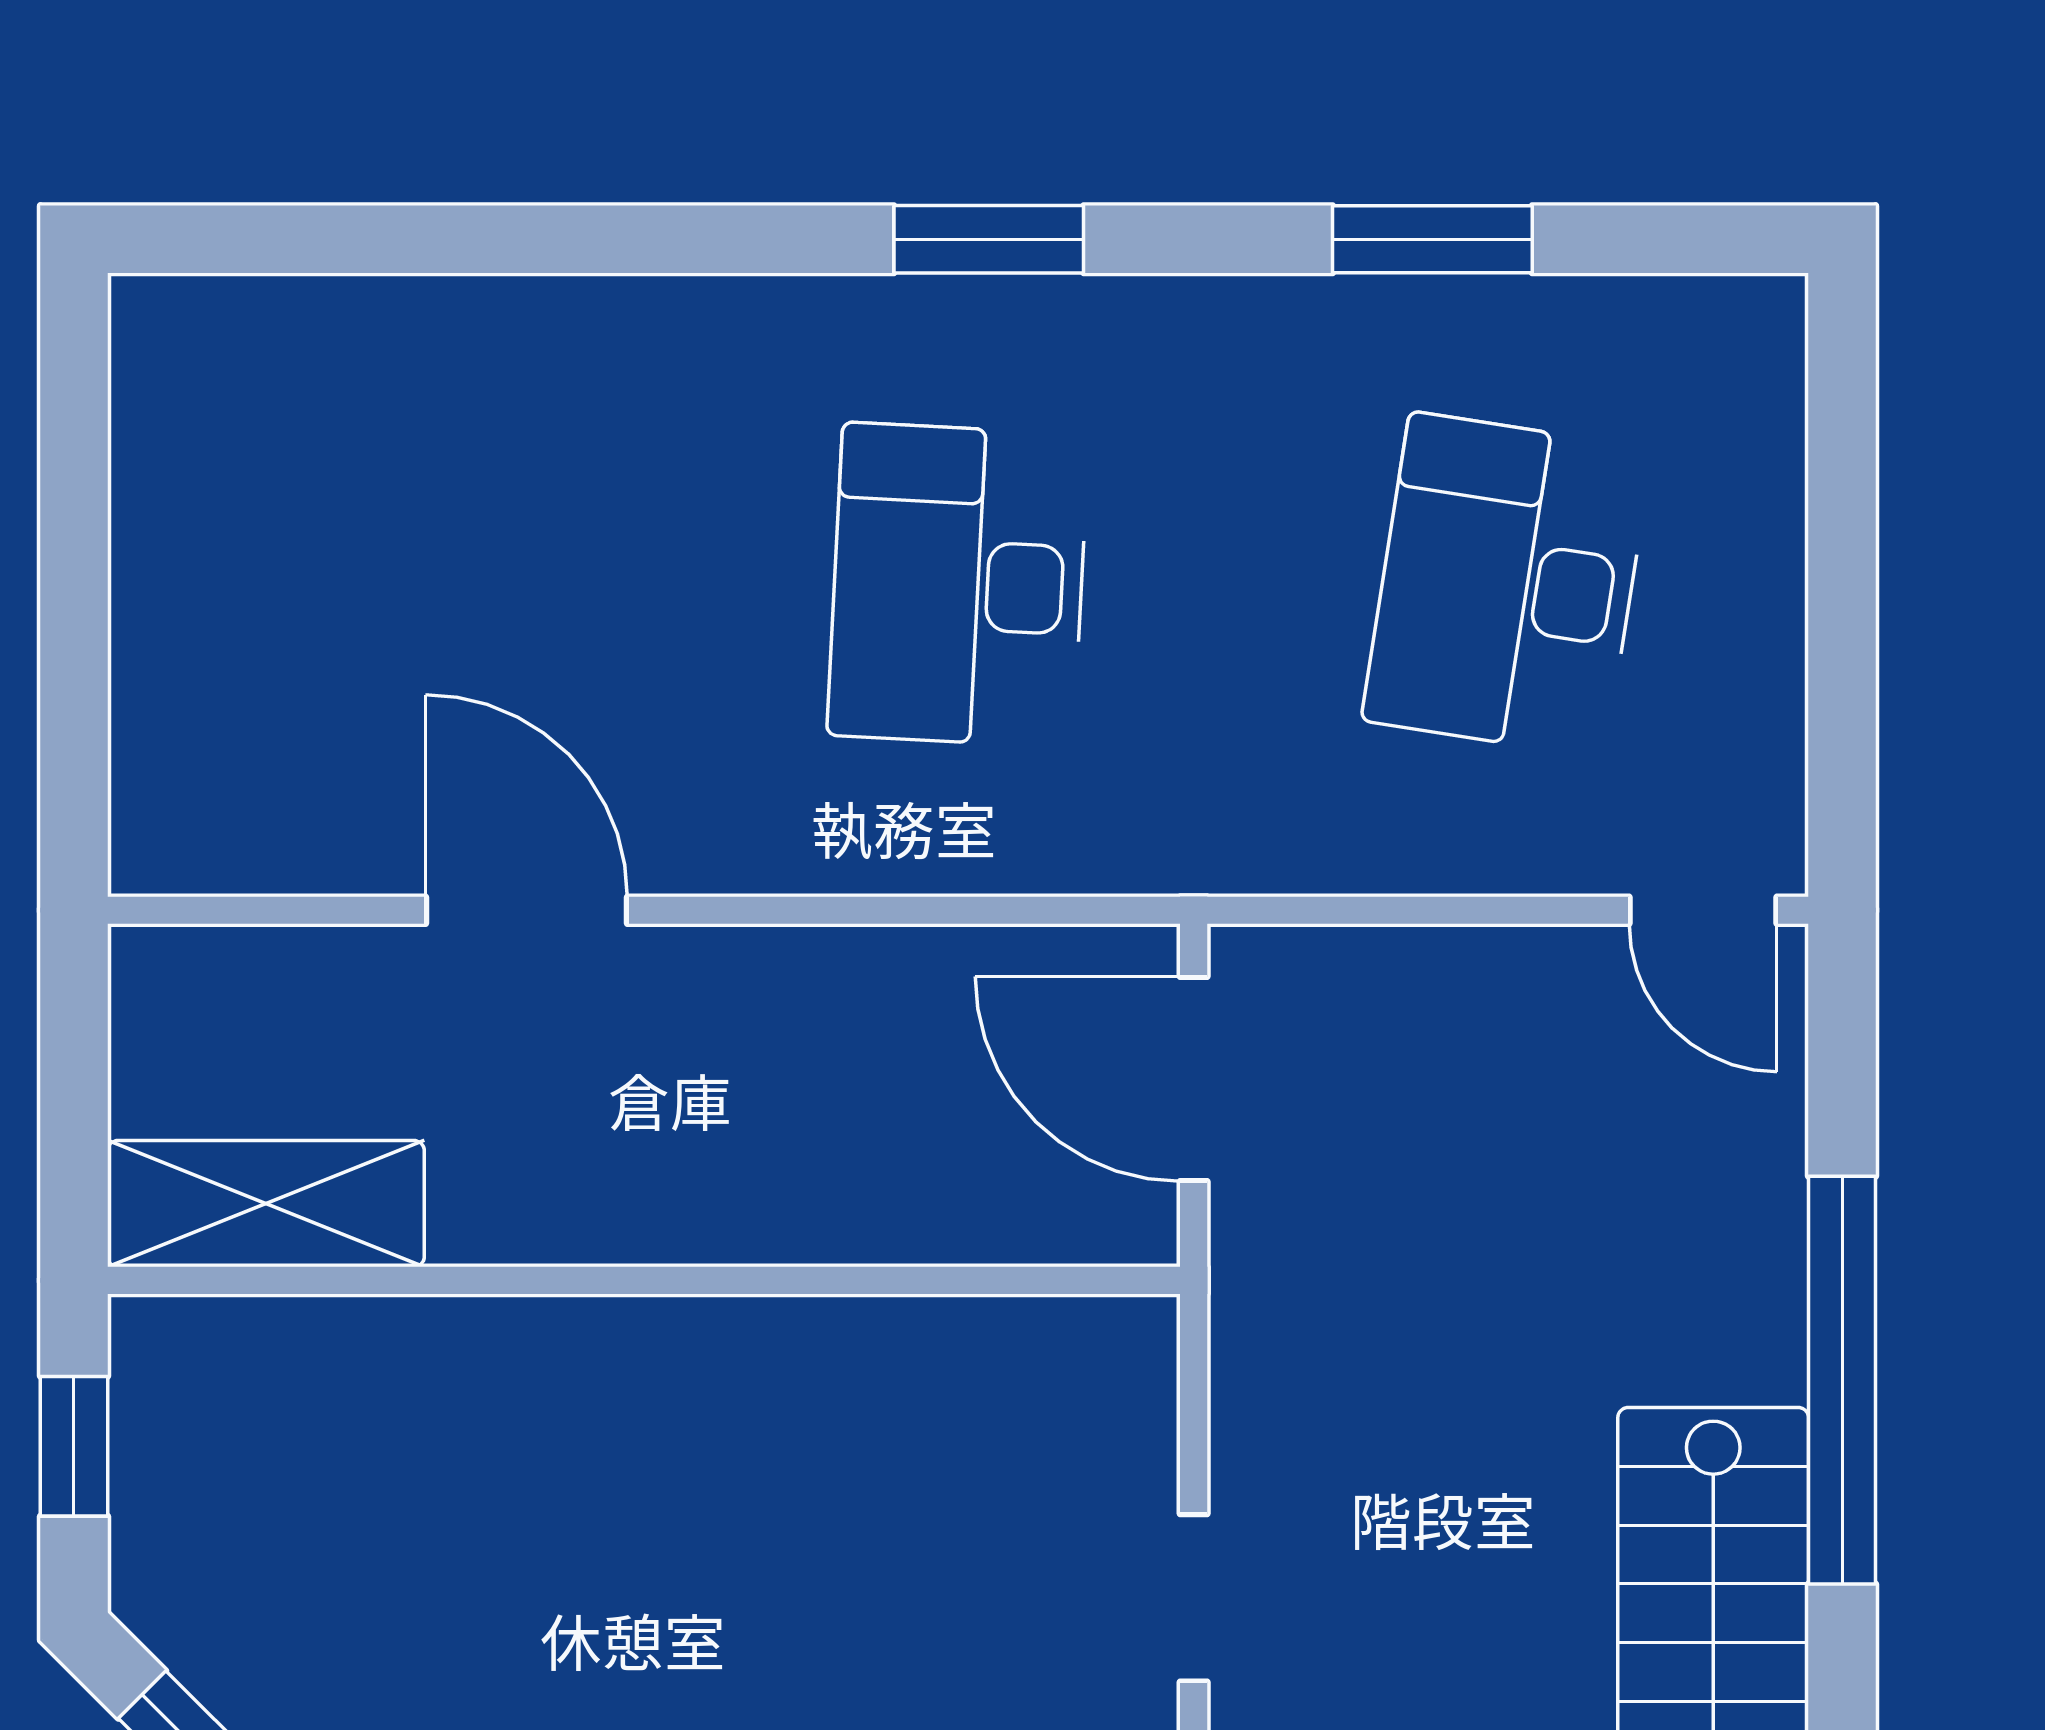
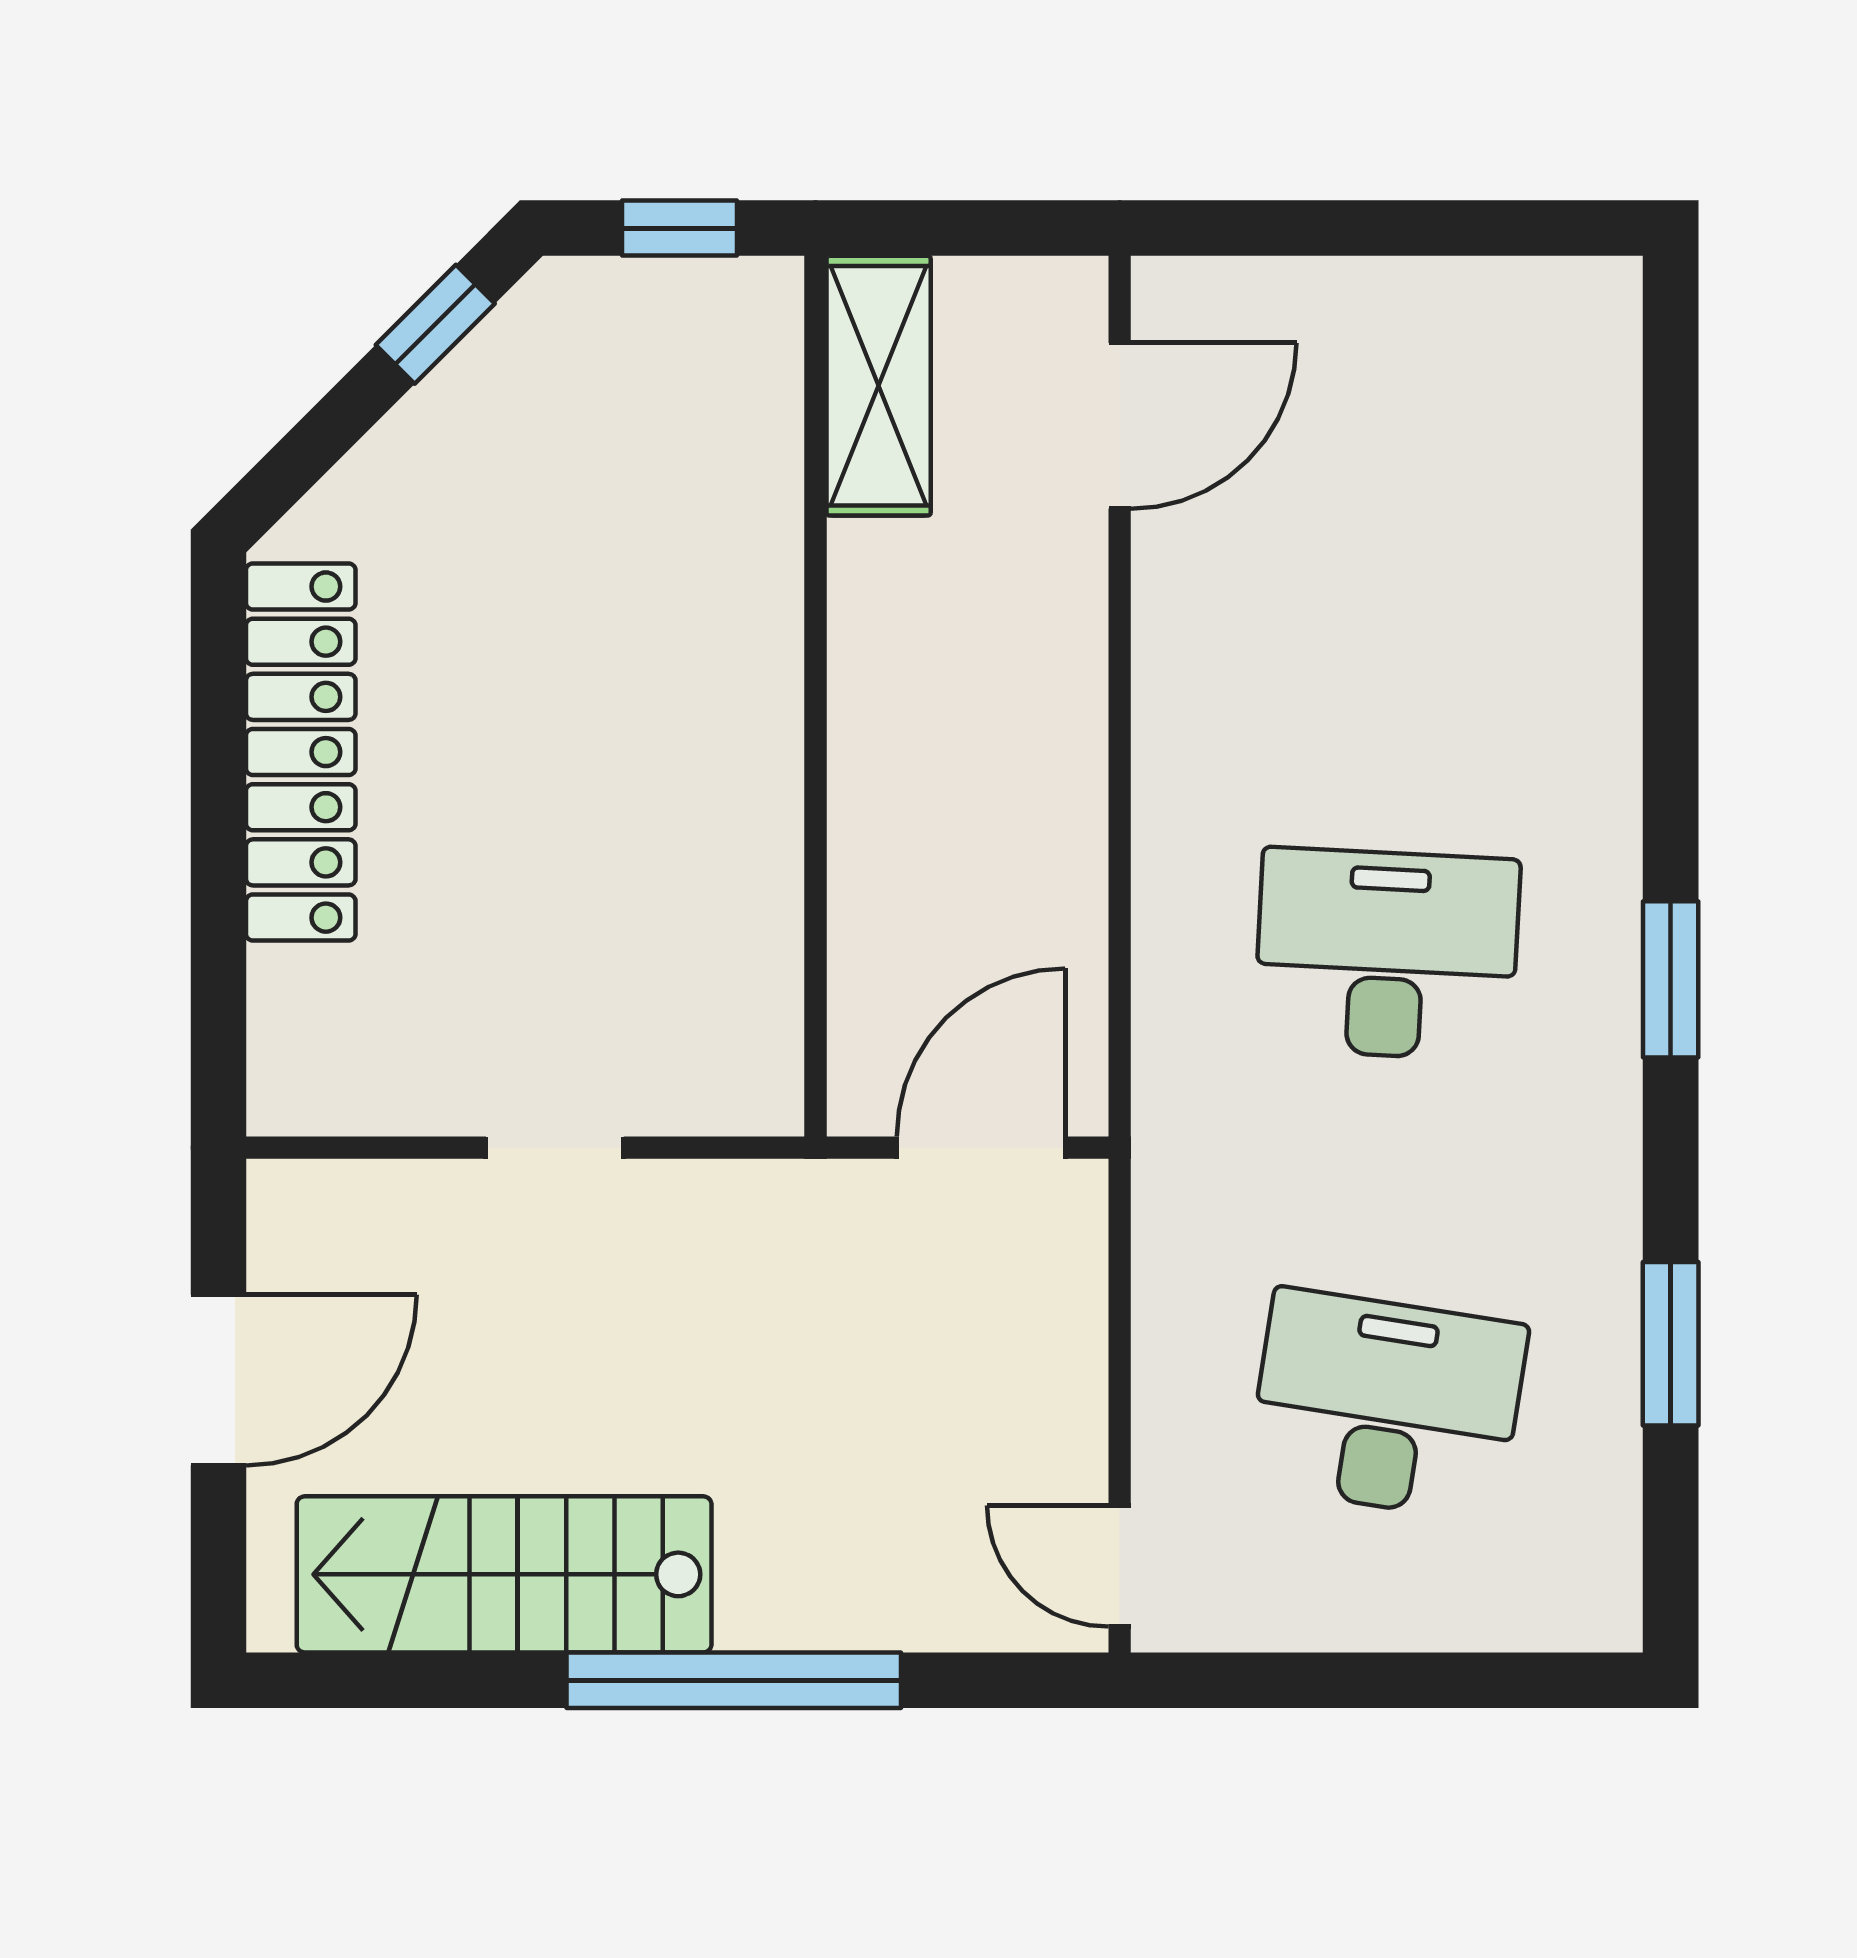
door: (526, 910) -> (1120, 426), moved
door: (1703, 910) -> (1120, 1566), hinge flipped

